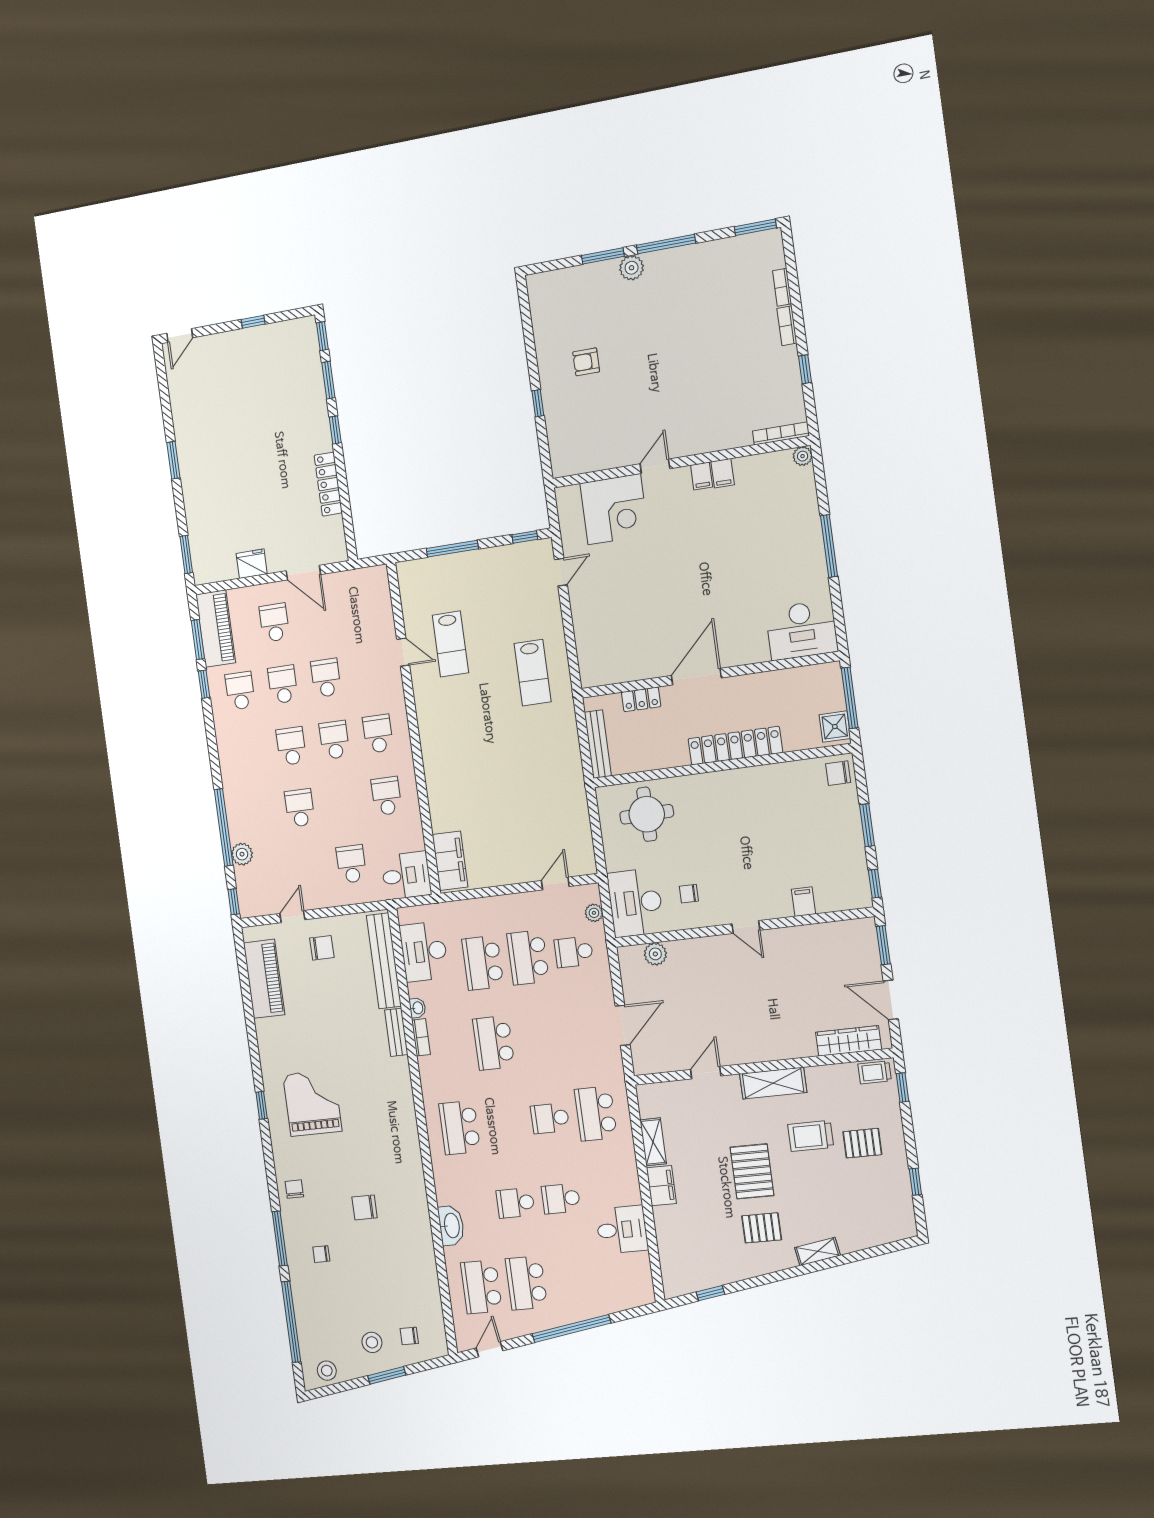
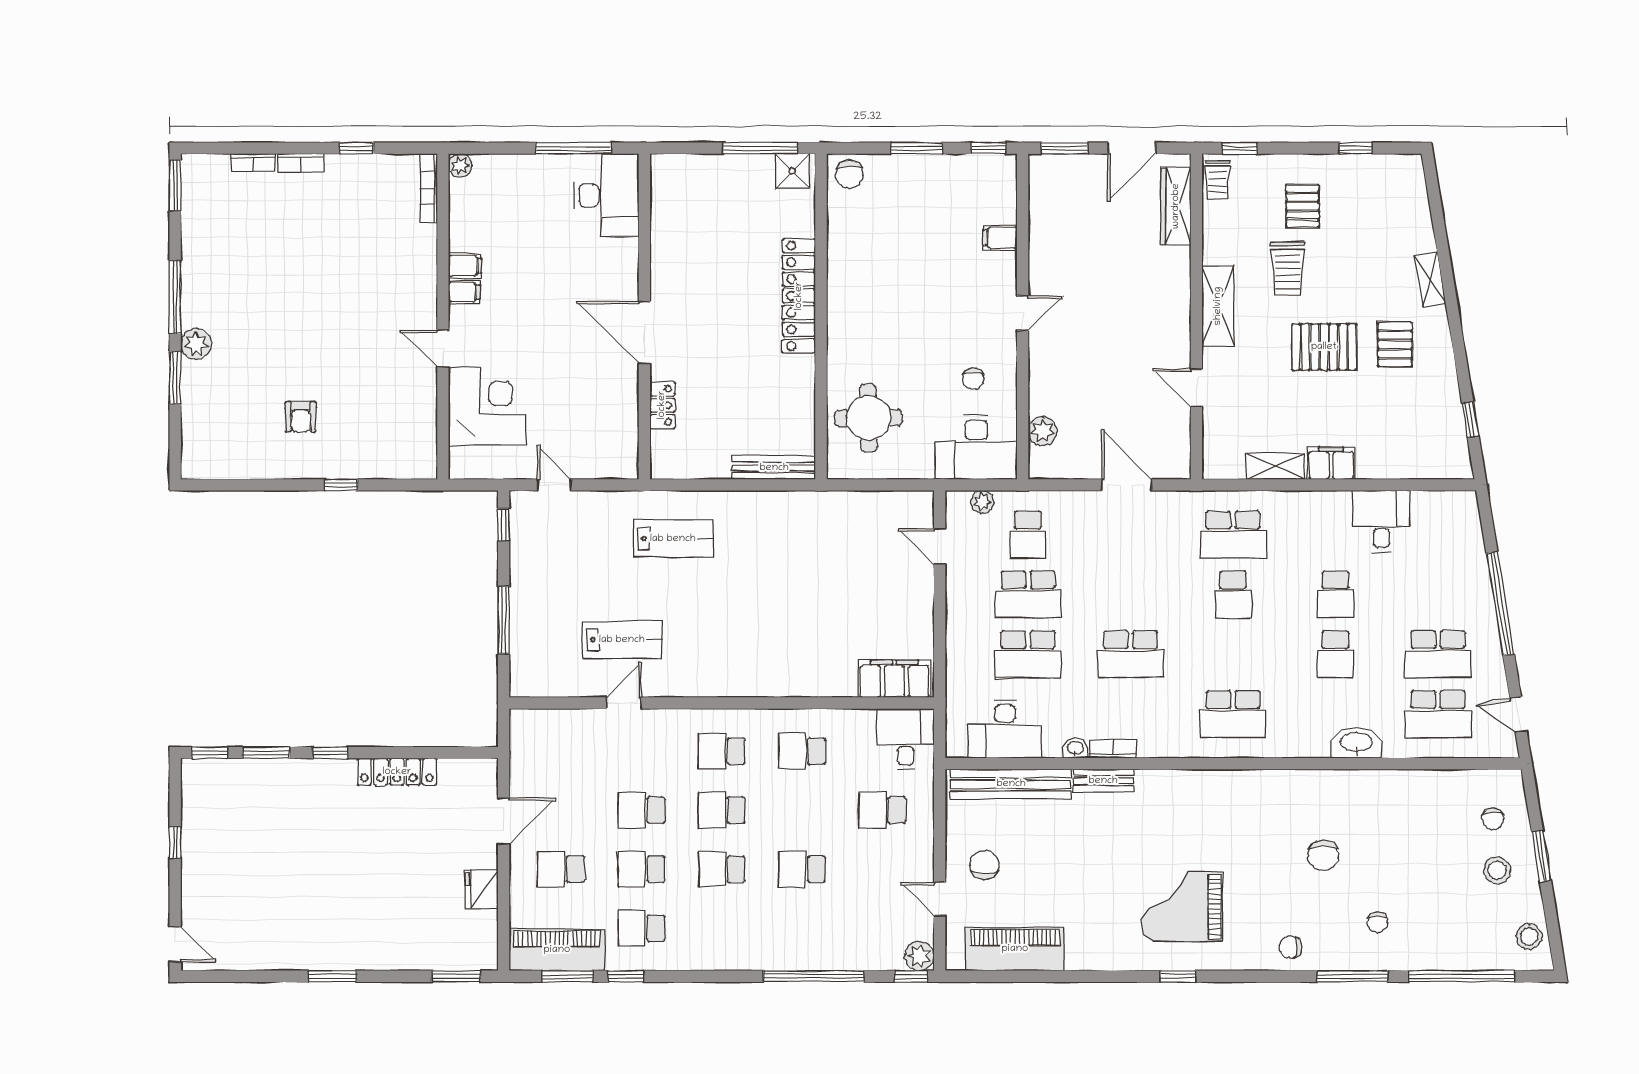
desk: (802, 630) -> (606, 195), moved
wall: (709, 675) -> (644, 317), moved
door: (696, 677) -> (644, 332), moved
locker: (641, 699) -> (662, 405), moved
plant: (242, 854) -> (919, 956), moved

